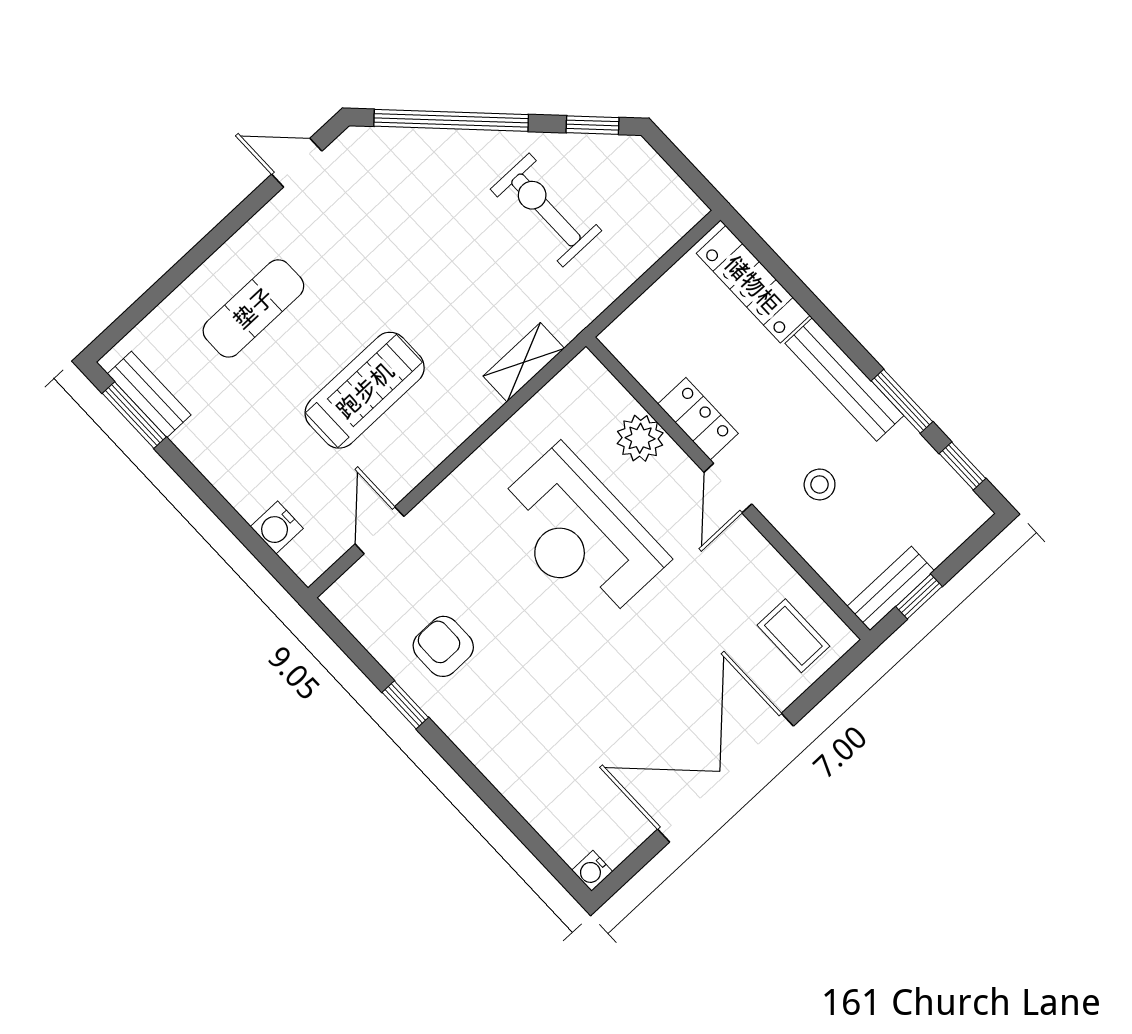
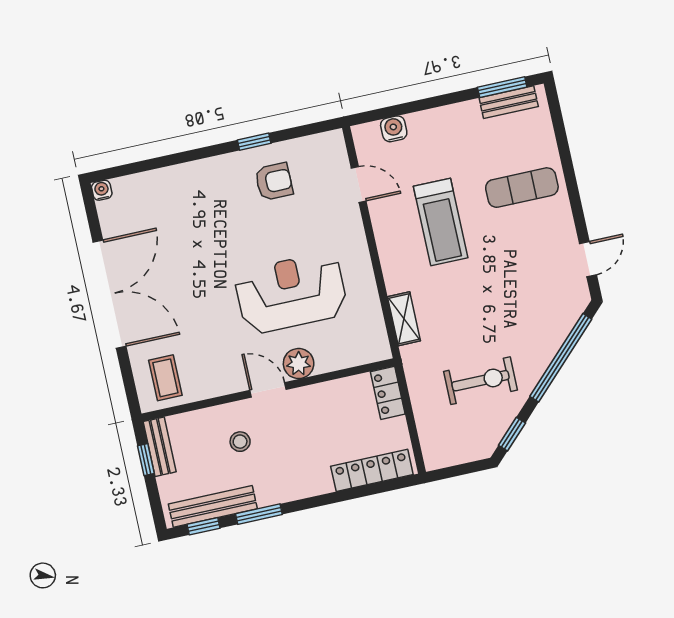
exercise mat: (253, 308) -> (522, 188), turned 90
bench: (844, 380) -> (213, 506), moved
locker: (698, 419) -> (388, 393), moved, turned 90
plant: (640, 438) -> (299, 364), moved
coffee table: (793, 636) -> (165, 378), turned 90

